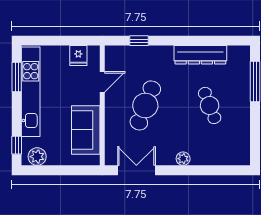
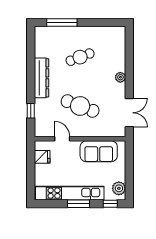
dresser: (200, 55) -> (42, 78), moved
window: (17, 77) -> (78, 204), moved
double door: (136, 170) -> (129, 113), swing flipped

